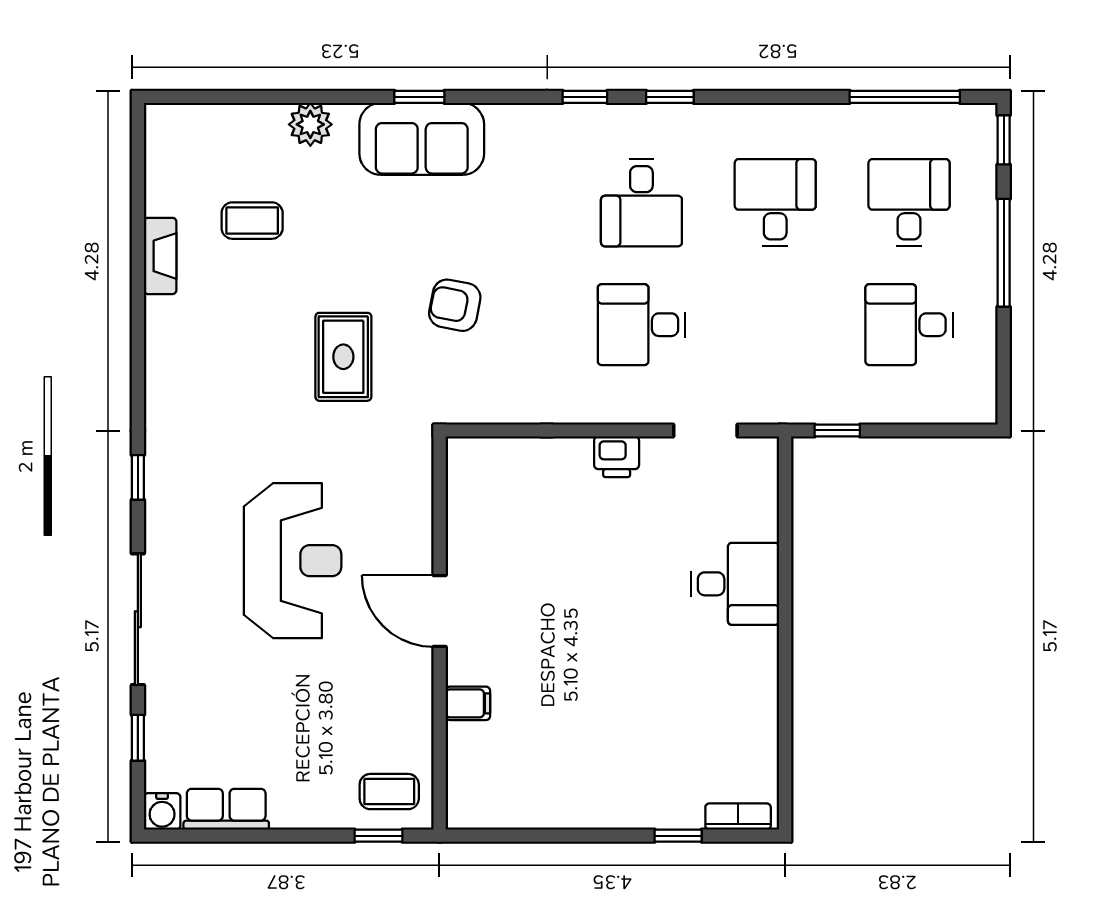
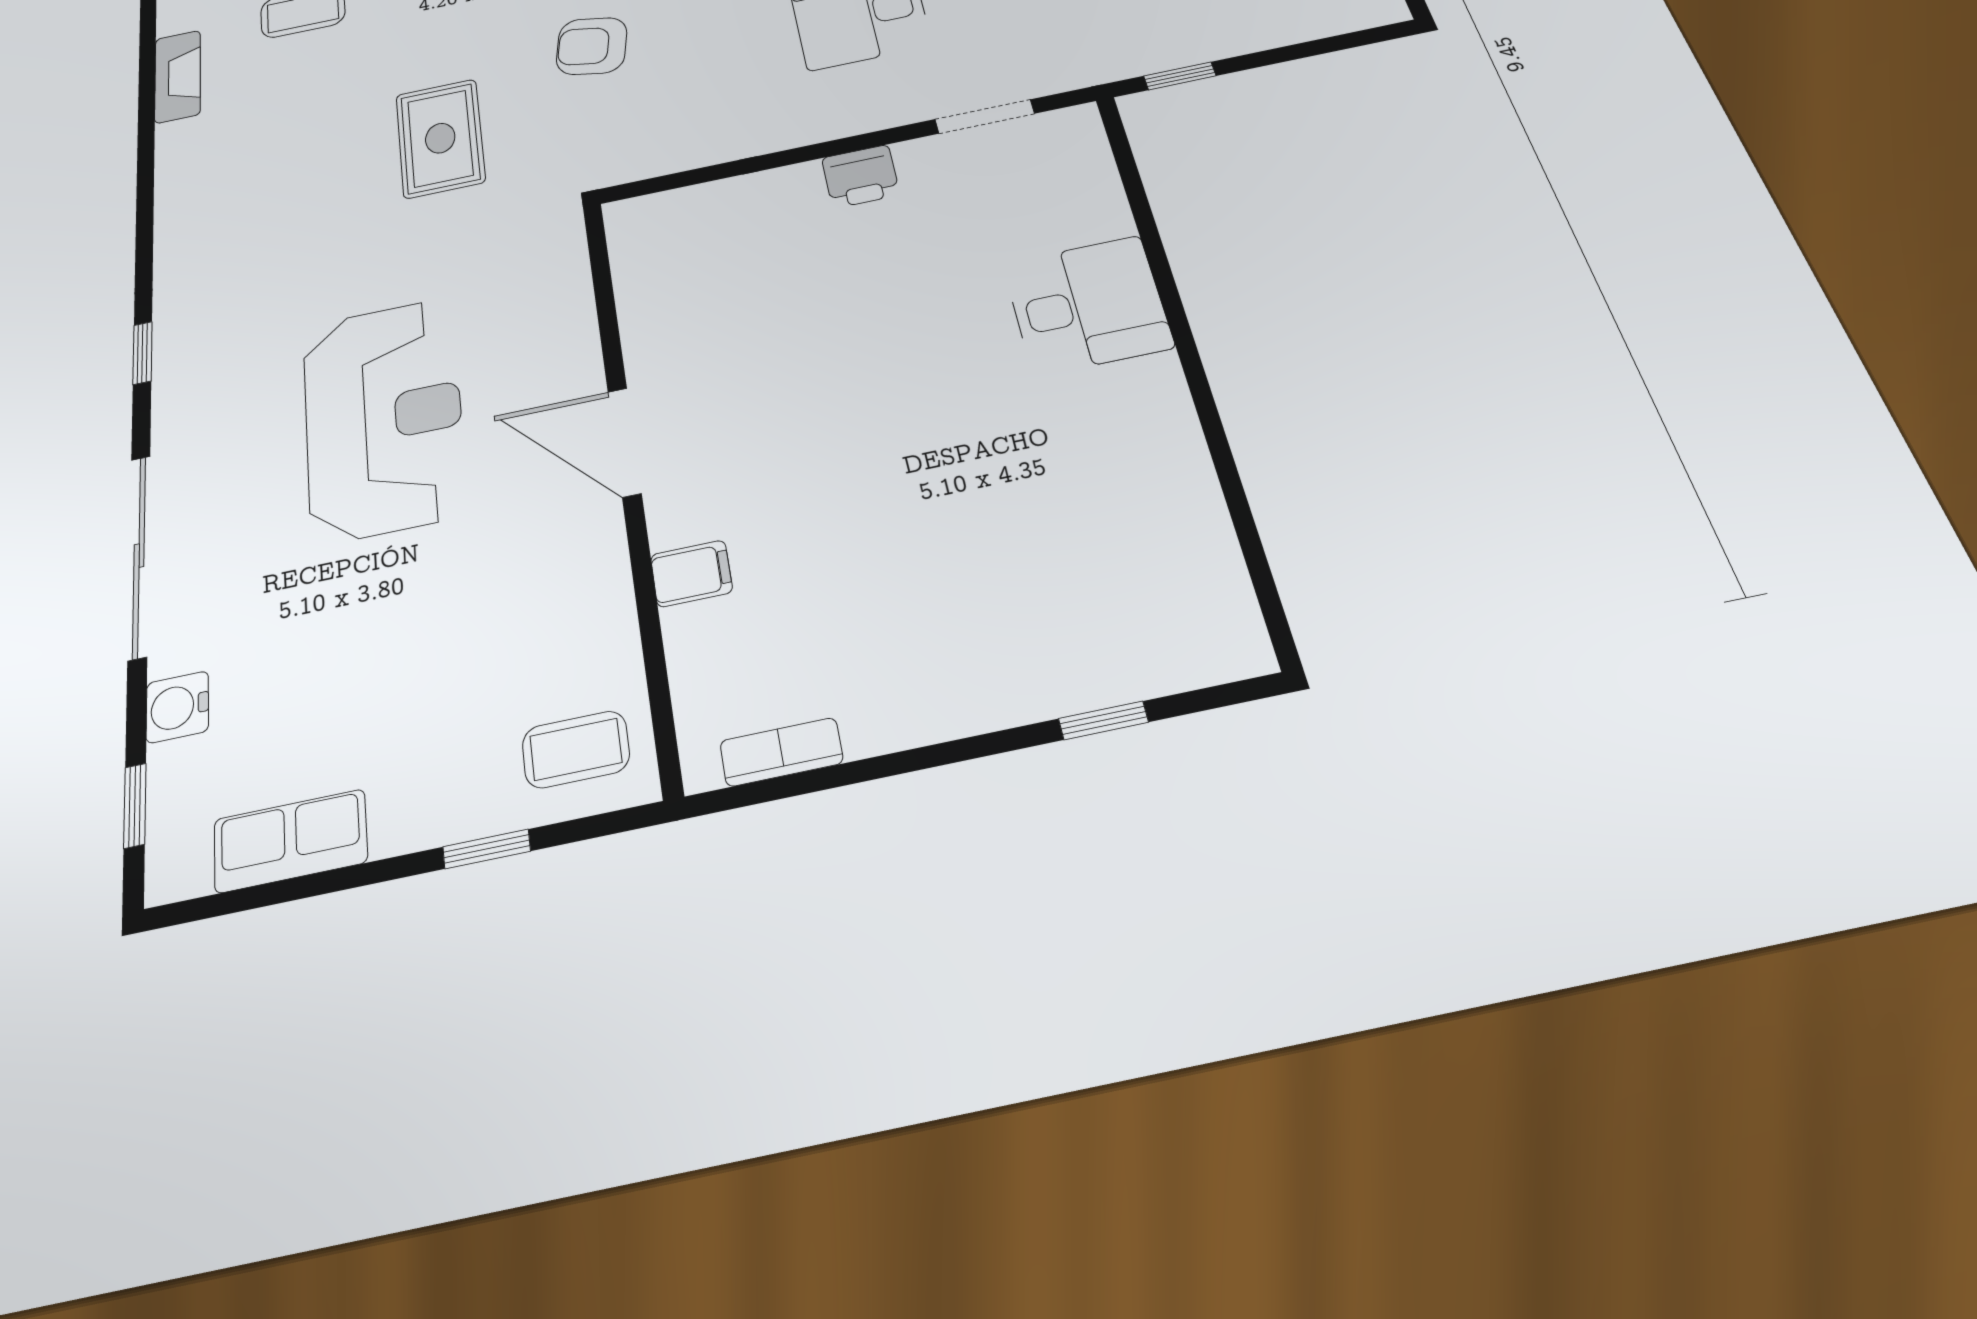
window: (138, 738) -> (135, 806), moved
water cooler: (162, 811) -> (177, 707), moved, turned 90
bookcase: (738, 817) -> (781, 752), moved
window: (378, 836) -> (487, 849), moved

